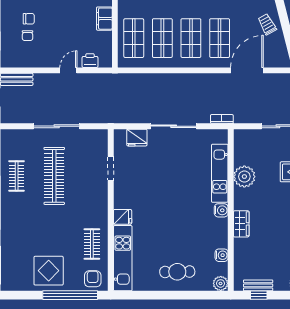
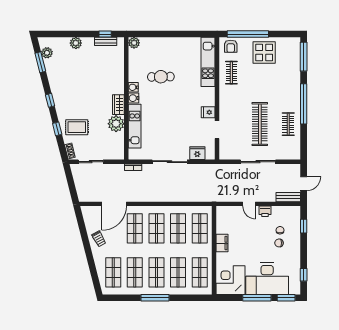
printer: (90, 61) -> (265, 211), moved
door: (68, 70) -> (249, 204), hinge flipped
fridge: (123, 217) -> (208, 112), moved
wardrobe: (241, 224) -> (118, 105), moved
water cooler: (222, 255) -> (133, 87), moved
cafe table: (177, 272) -> (161, 77), moved

